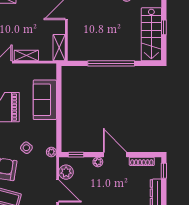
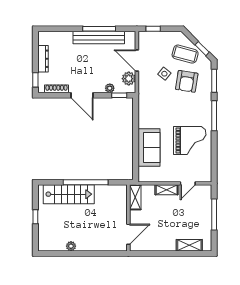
stairs: (151, 34) -> (69, 194), moved, turned 90
side table: (26, 148) -> (164, 74), moved
plant: (51, 152) -> (143, 98), removed
plant: (98, 162) -> (110, 88), moved

